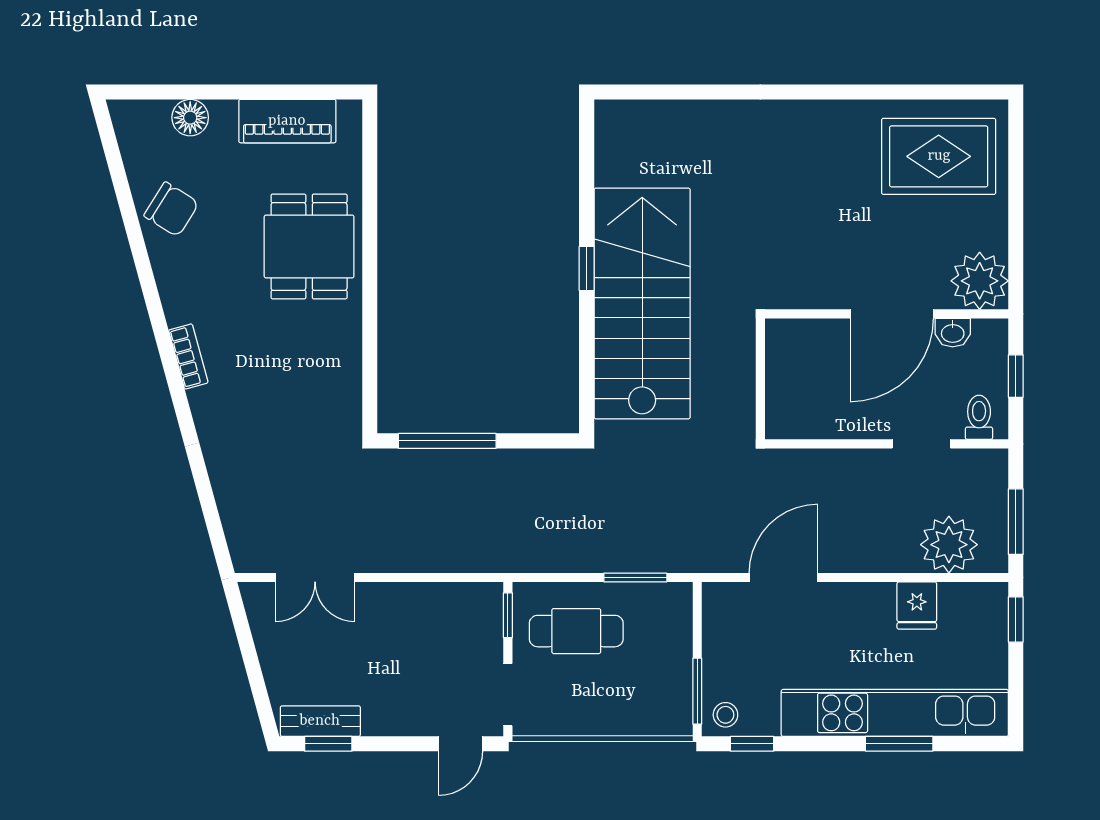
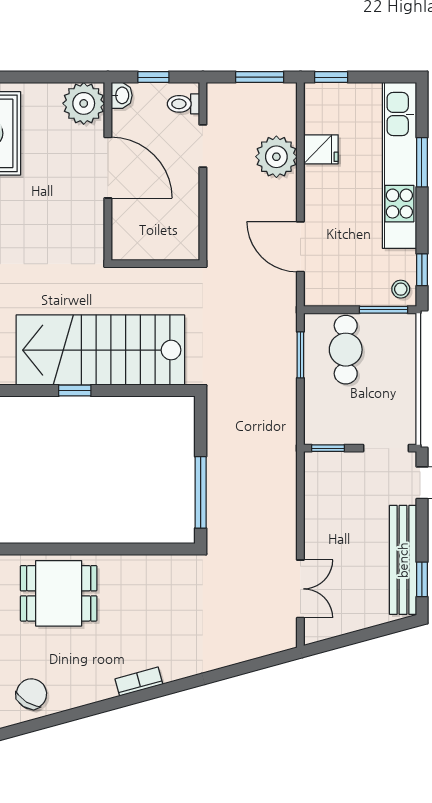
washbasin: (953, 333) -> (122, 95), moved
plant: (949, 545) -> (276, 157), moved
cafe table: (576, 631) -> (346, 350), moved
bench: (320, 721) -> (403, 560), width x1.86, depth x1.21

